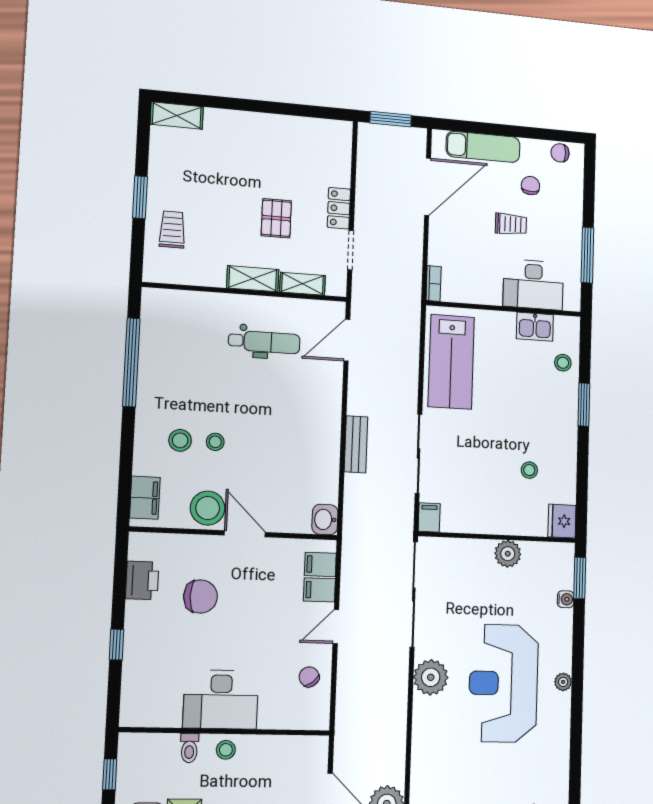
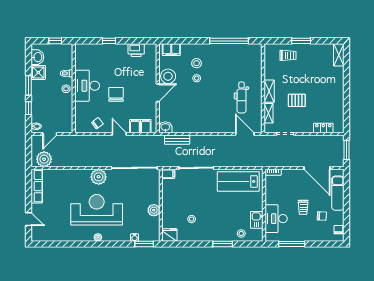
locker: (339, 208) -> (323, 128), moved
bench: (356, 444) -> (177, 140), moved
chair: (201, 596) -> (116, 94), moved, turned 180

